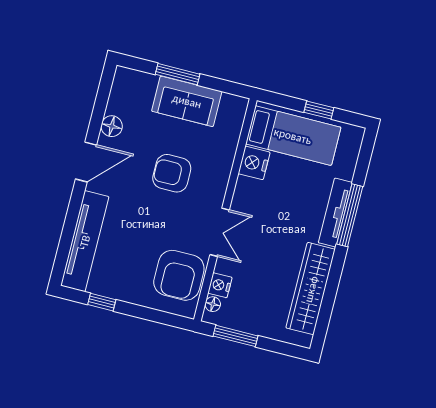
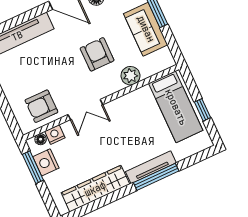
plant: (222, 156) -> (130, 76), added
nightstand: (254, 163) -> (46, 162), moved, turned -90
armchair: (179, 275) -> (41, 106), width x0.73, depth x0.73

